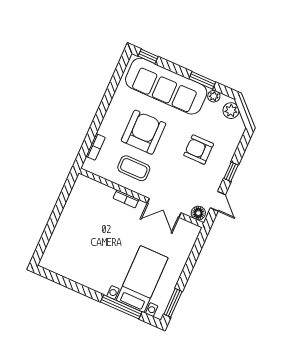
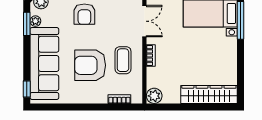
window: (202, 80) -> (27, 24), moved
plant: (83, 184) -> (154, 96), added
wardrobe: (60, 241) -> (209, 94), added

